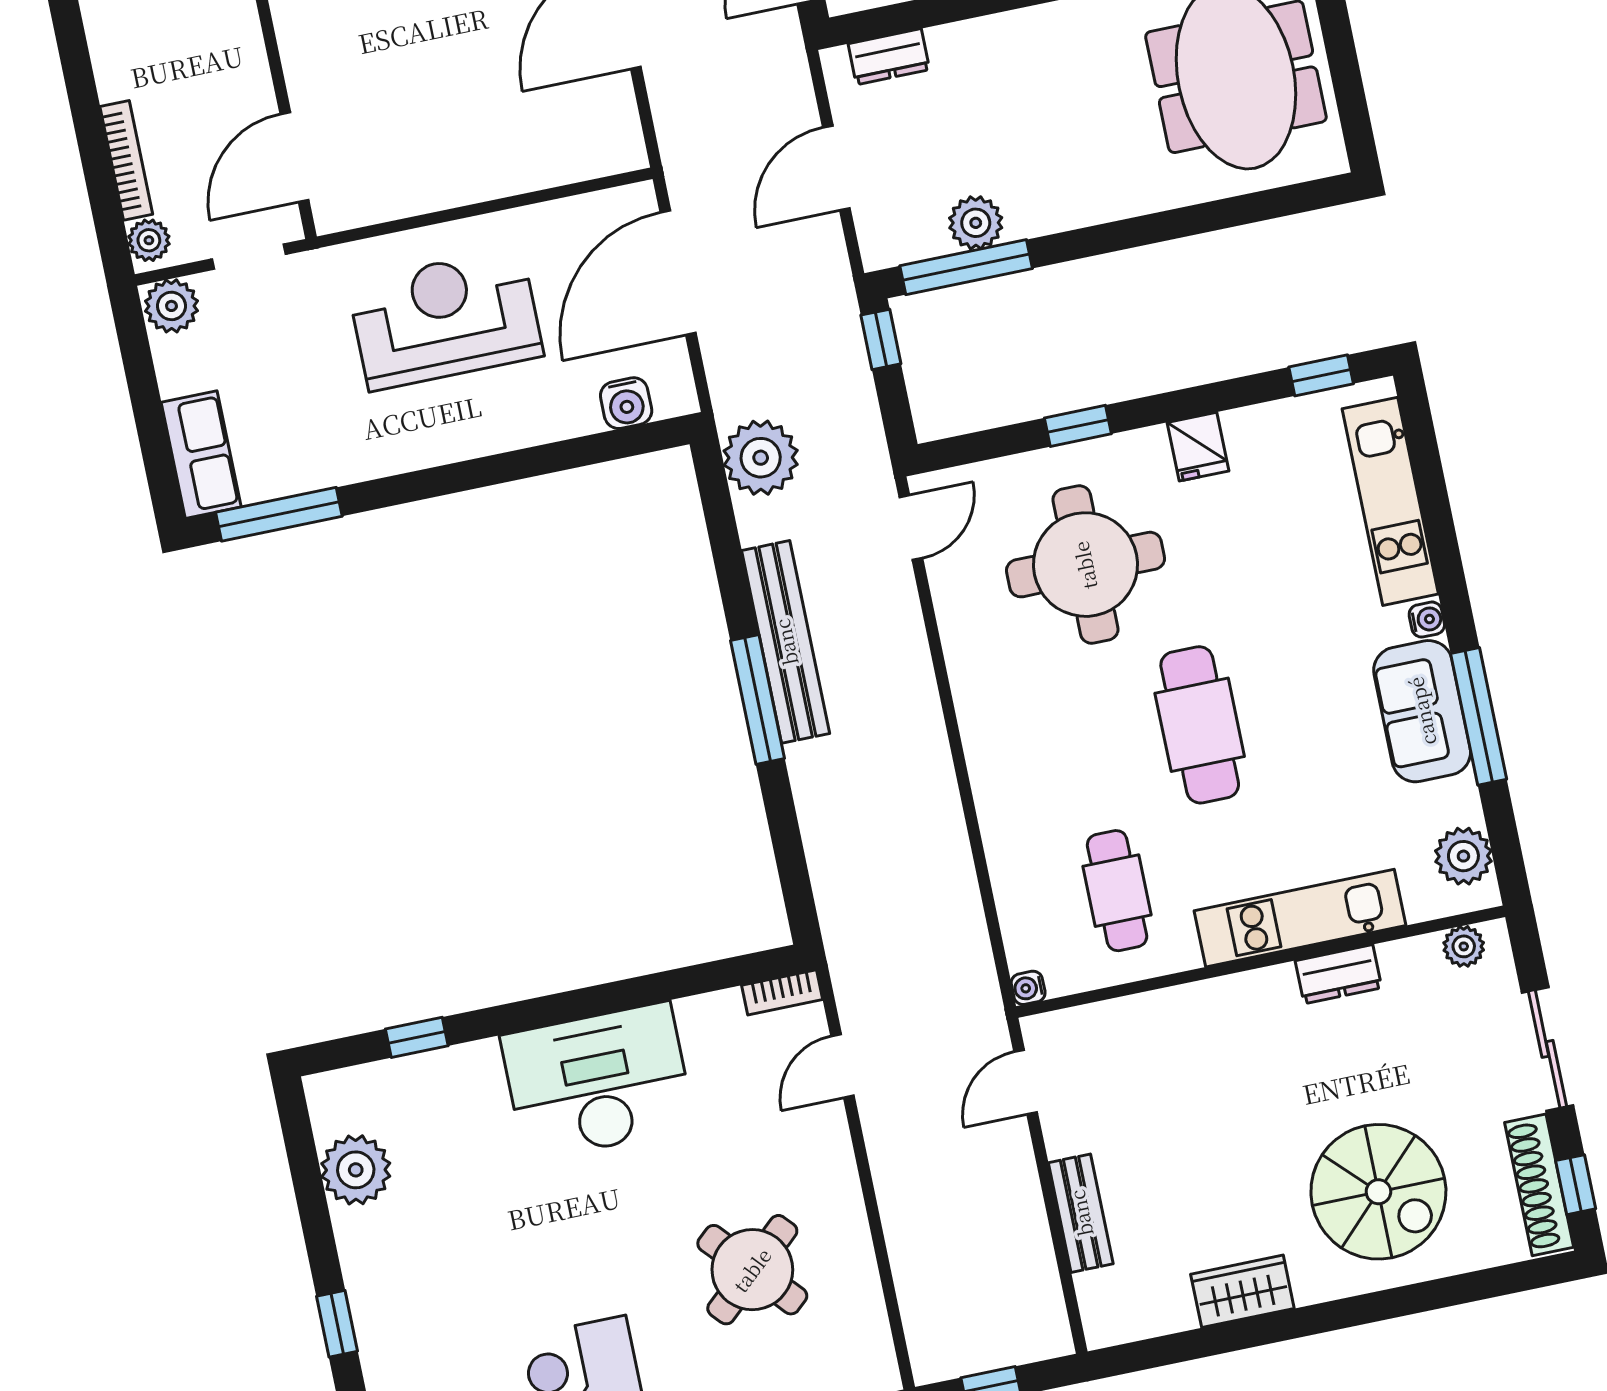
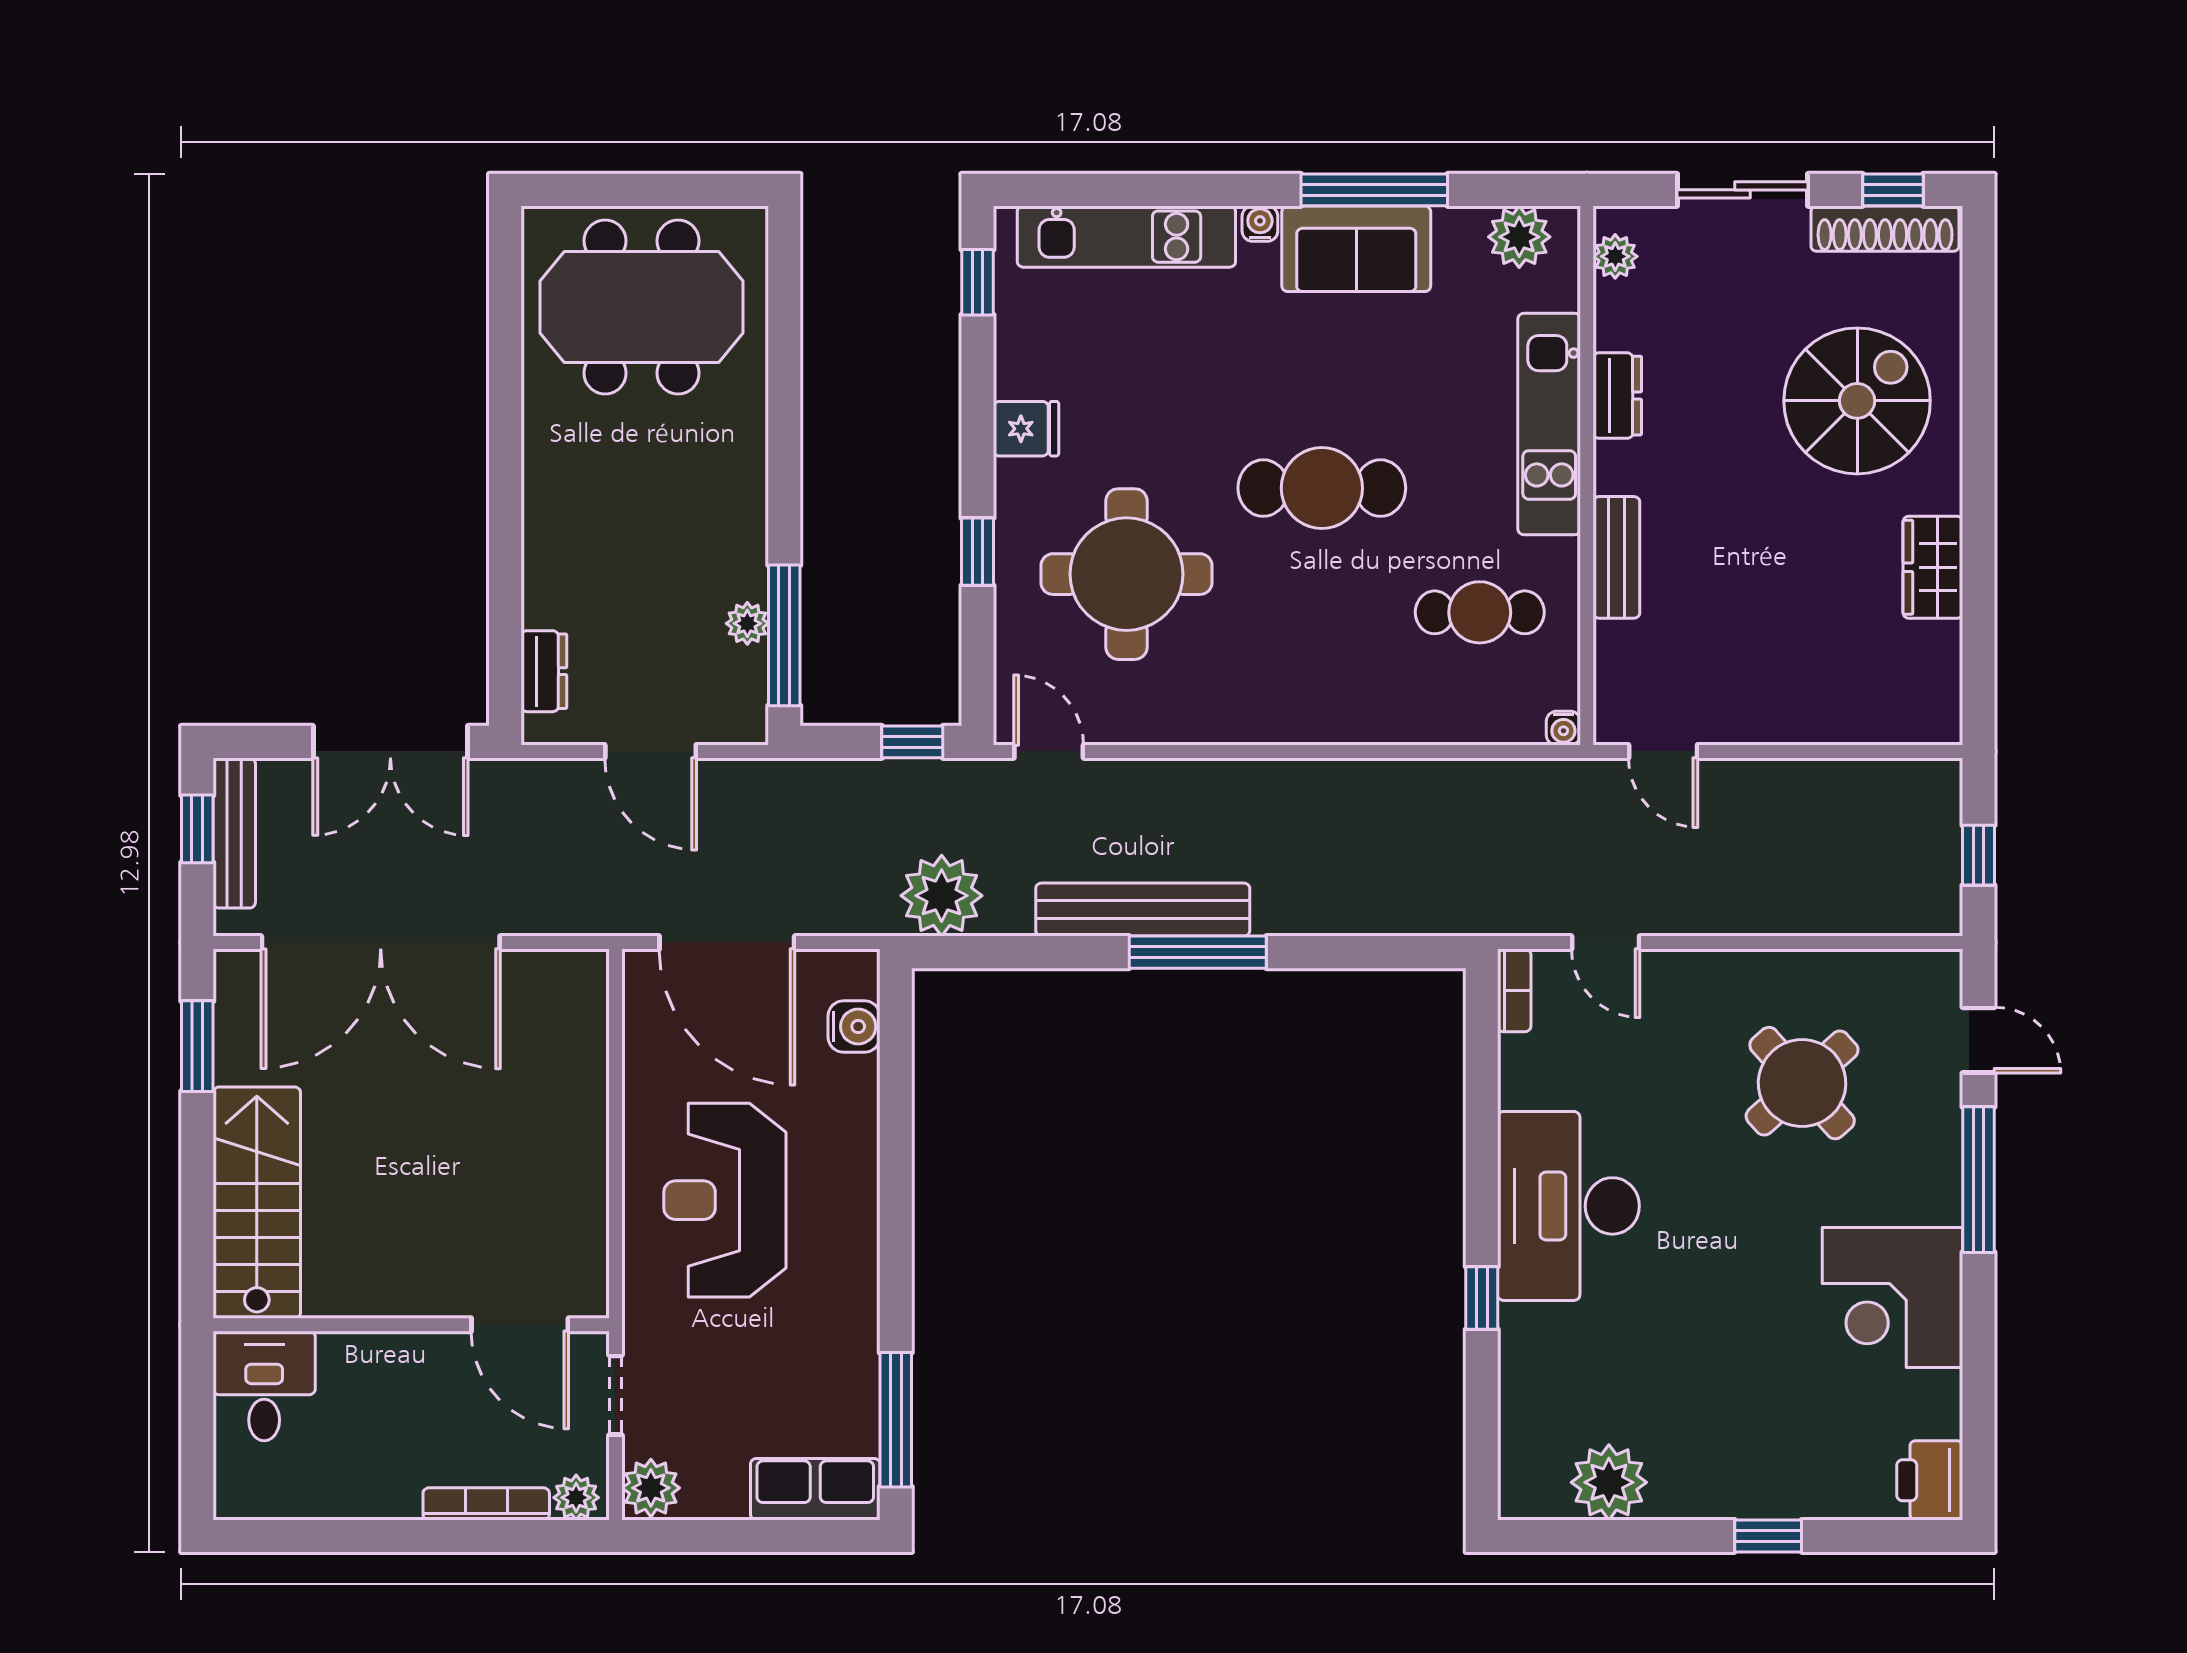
plant: (976, 223) -> (747, 623), width x0.73, depth x0.73
window: (881, 339) -> (912, 742), moved
window: (417, 1037) -> (1482, 1298), moved
bench: (1081, 1213) -> (1616, 557), moved, turned 90

